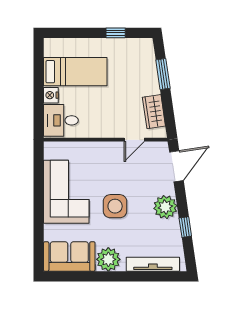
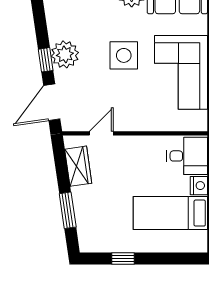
window: (185, 227) -> (46, 60), moved

